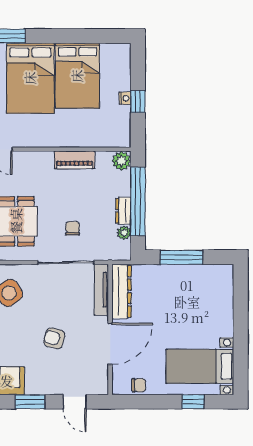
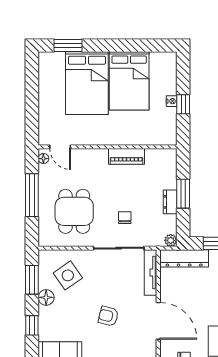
plant: (121, 161) -> (168, 157), removed
window: (138, 202) -> (183, 194), width x0.47
plant: (124, 233) -> (171, 240), moved
dresser: (121, 291) -> (184, 258), moved, turned 90
door: (110, 344) -> (158, 321), hinge flipped

